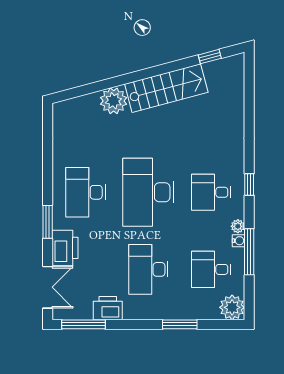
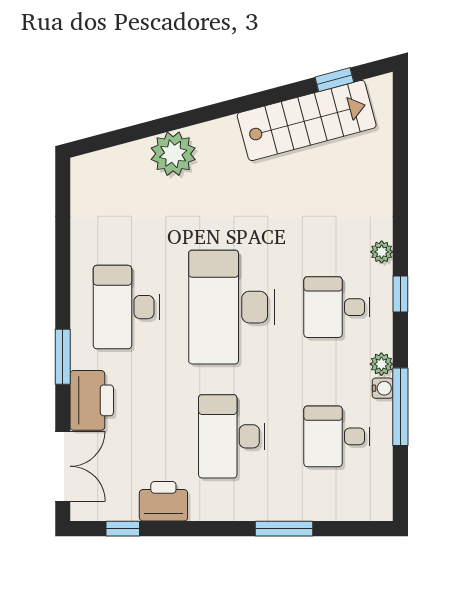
stairs: (166, 88) -> (307, 120), moved
plant: (232, 307) -> (382, 252), moved, width x0.53, depth x0.53
window: (84, 324) -> (123, 529), width x0.46

